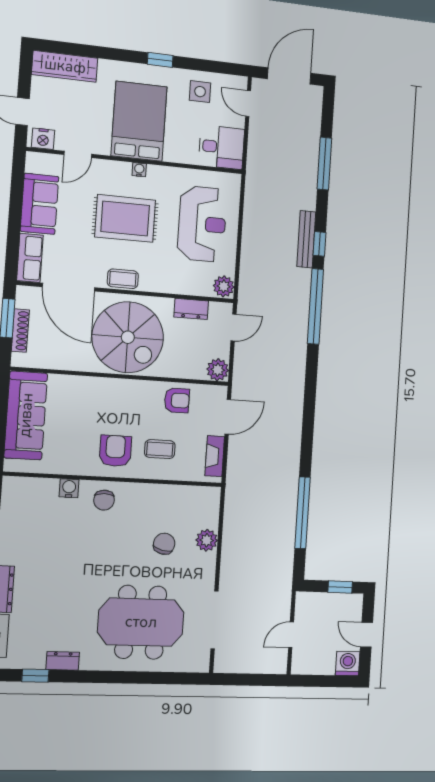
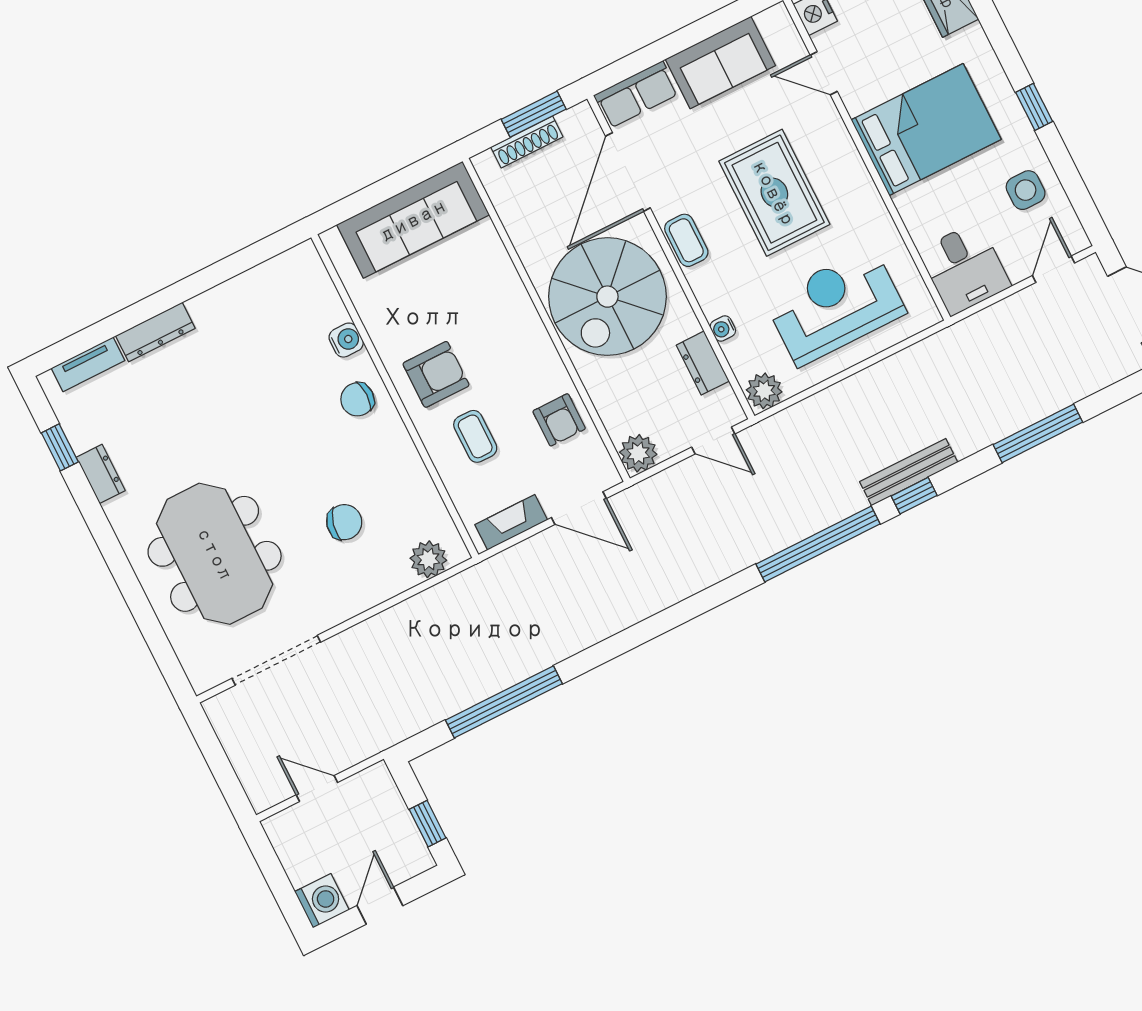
water cooler: (139, 170) -> (723, 329), moved, turned 180
reception desk: (202, 224) -> (835, 306), turned 180
plant: (207, 540) -> (428, 559), moved

